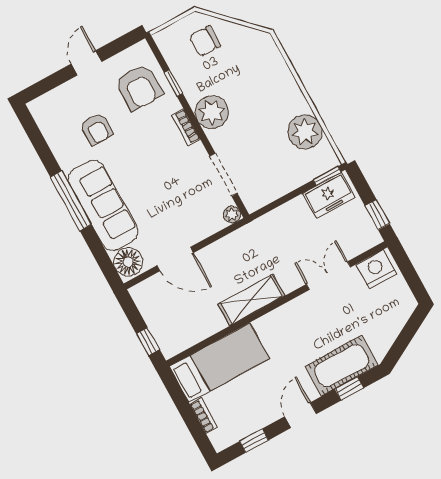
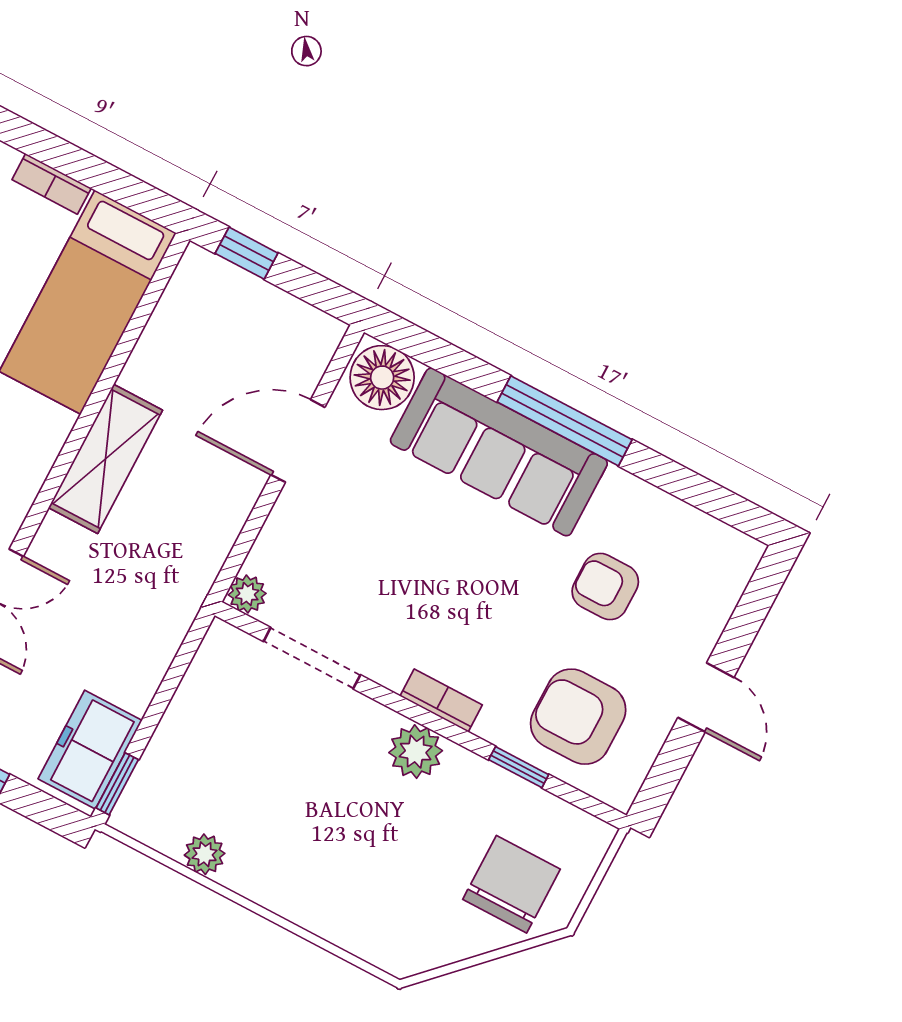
chair: (205, 41) -> (512, 884), width x1.37, depth x1.37
plant: (212, 112) -> (416, 752), width x0.73, depth x0.73
plant: (305, 132) -> (205, 854), width x0.53, depth x0.53

